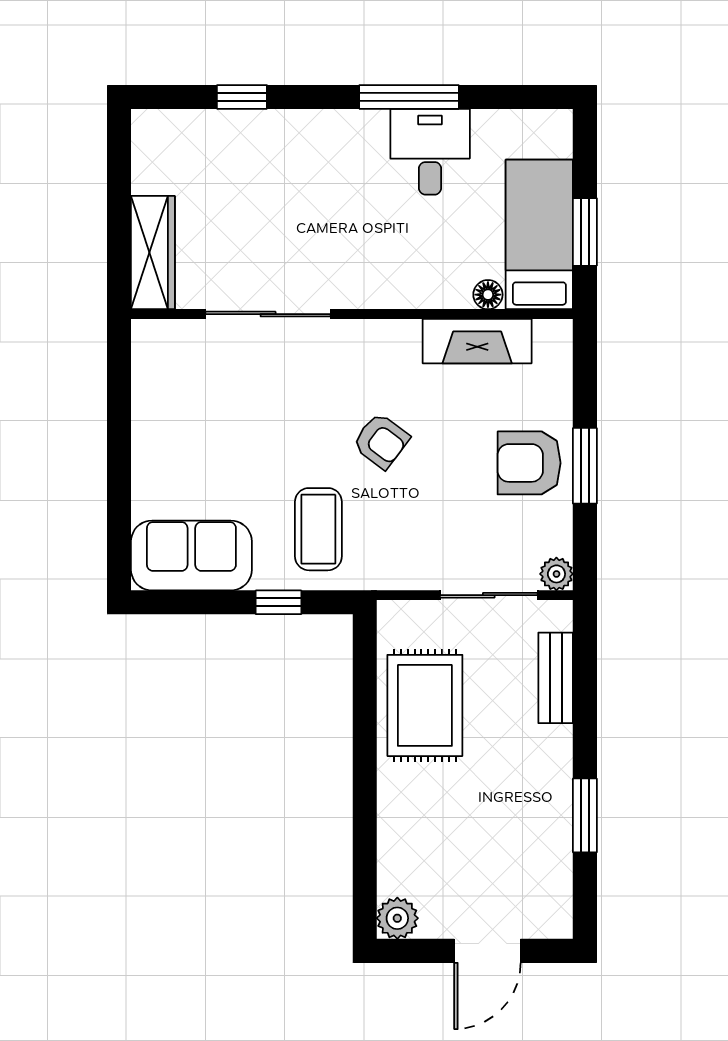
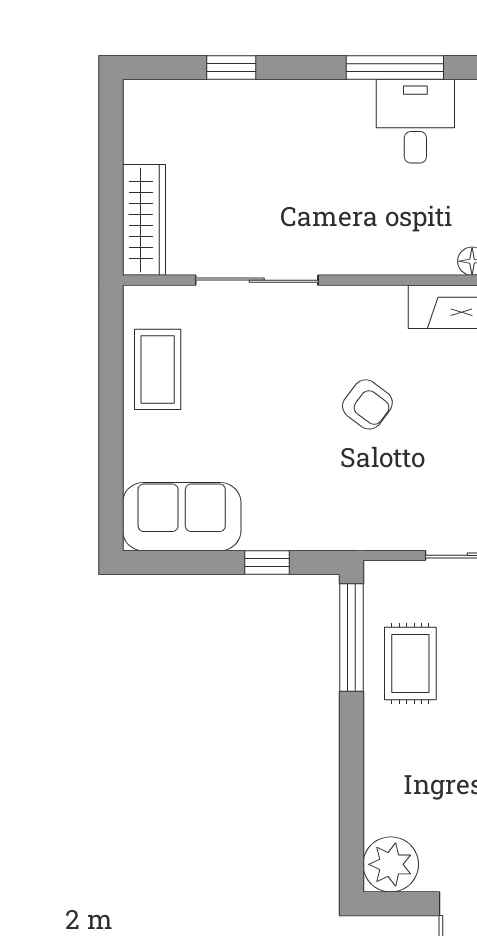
coffee table: (318, 529) -> (158, 369), moved
window: (365, 679) -> (351, 638), added
rug: (425, 705) -> (410, 663), width x0.73, depth x0.70
plant: (397, 918) -> (391, 864), width x1.36, depth x1.36

